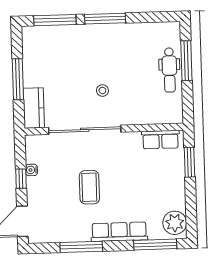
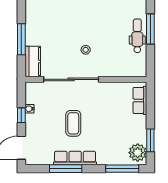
dental chair: (169, 70) -> (137, 36), turned 180
row of seats: (160, 140) -> (140, 100), moved, turned 90
window: (190, 162) -> (150, 140), moved
row of seats: (119, 232) -> (75, 158), moved

